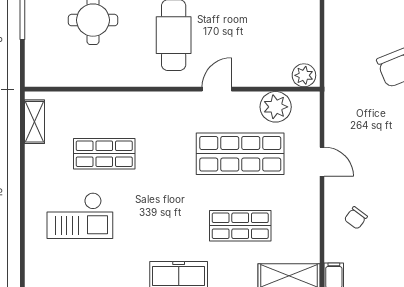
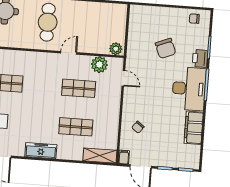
shop shelf: (240, 154) -> (79, 88), width x0.70, depth x0.74
door: (322, 162) -> (123, 78), moved

